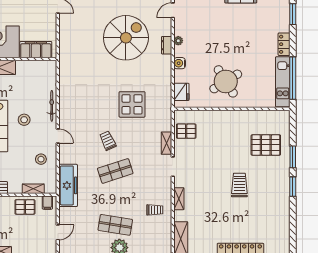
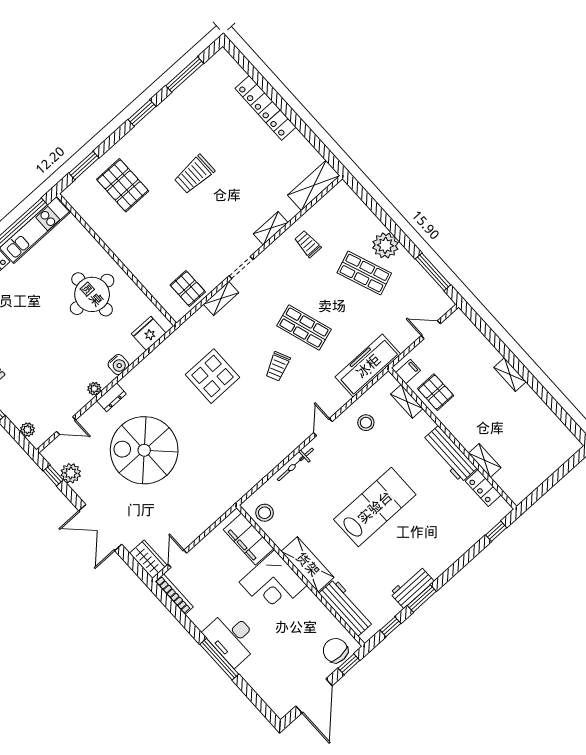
round table: (226, 81) -> (92, 294), turned 32
stool: (24, 120) -> (265, 513), moved
window: (293, 157) -> (84, 166), moved
shop shelf: (115, 225) -> (364, 273), turned -30
window: (293, 225) -> (185, 74), added

